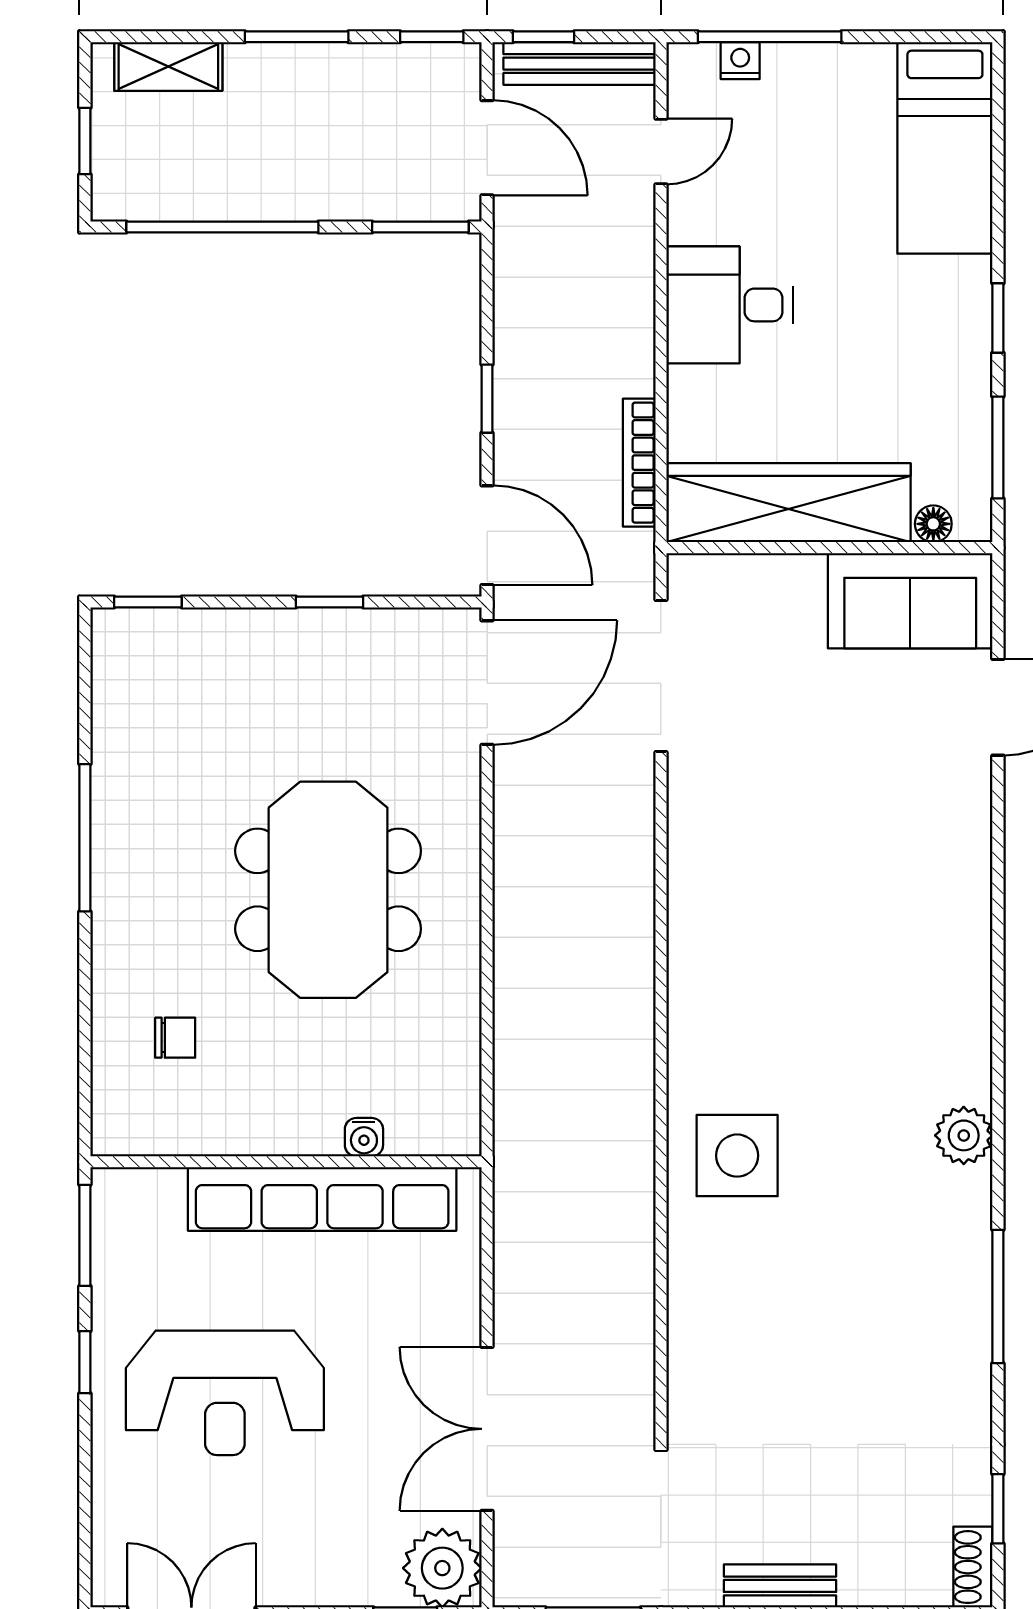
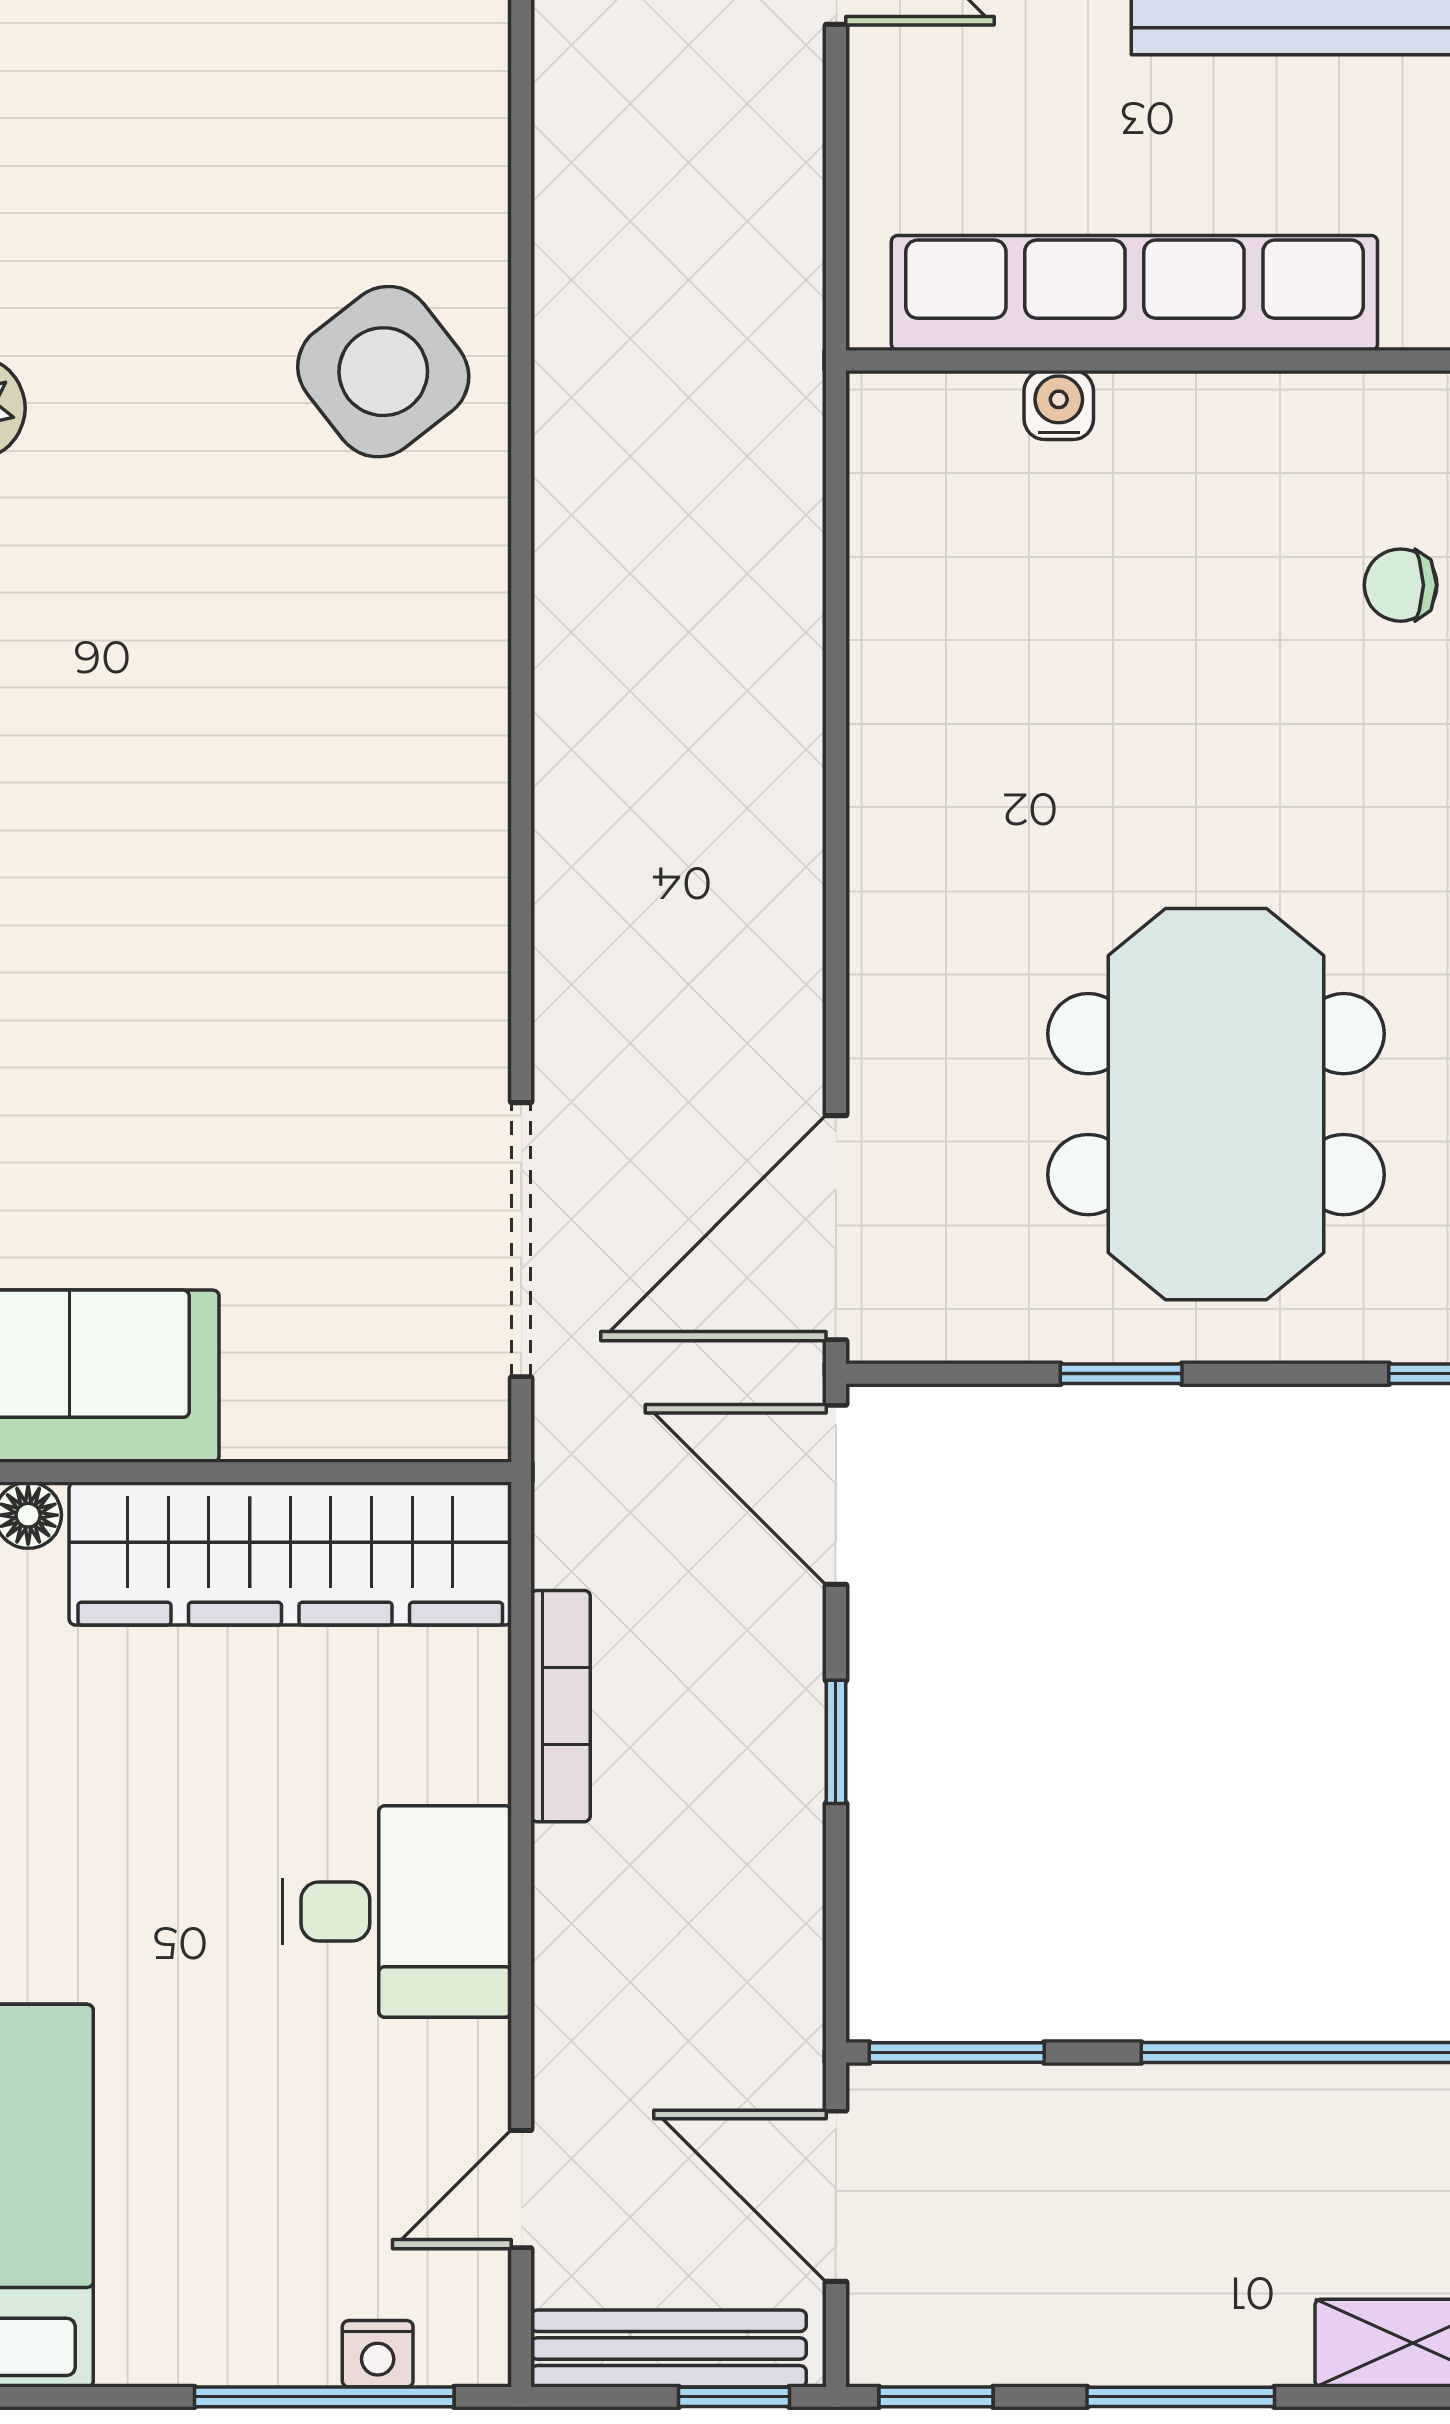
bookcase: (639, 463) -> (561, 1706), moved
meeting table: (328, 890) -> (1216, 1104), moved
side table: (737, 1156) -> (383, 372), turned -38

